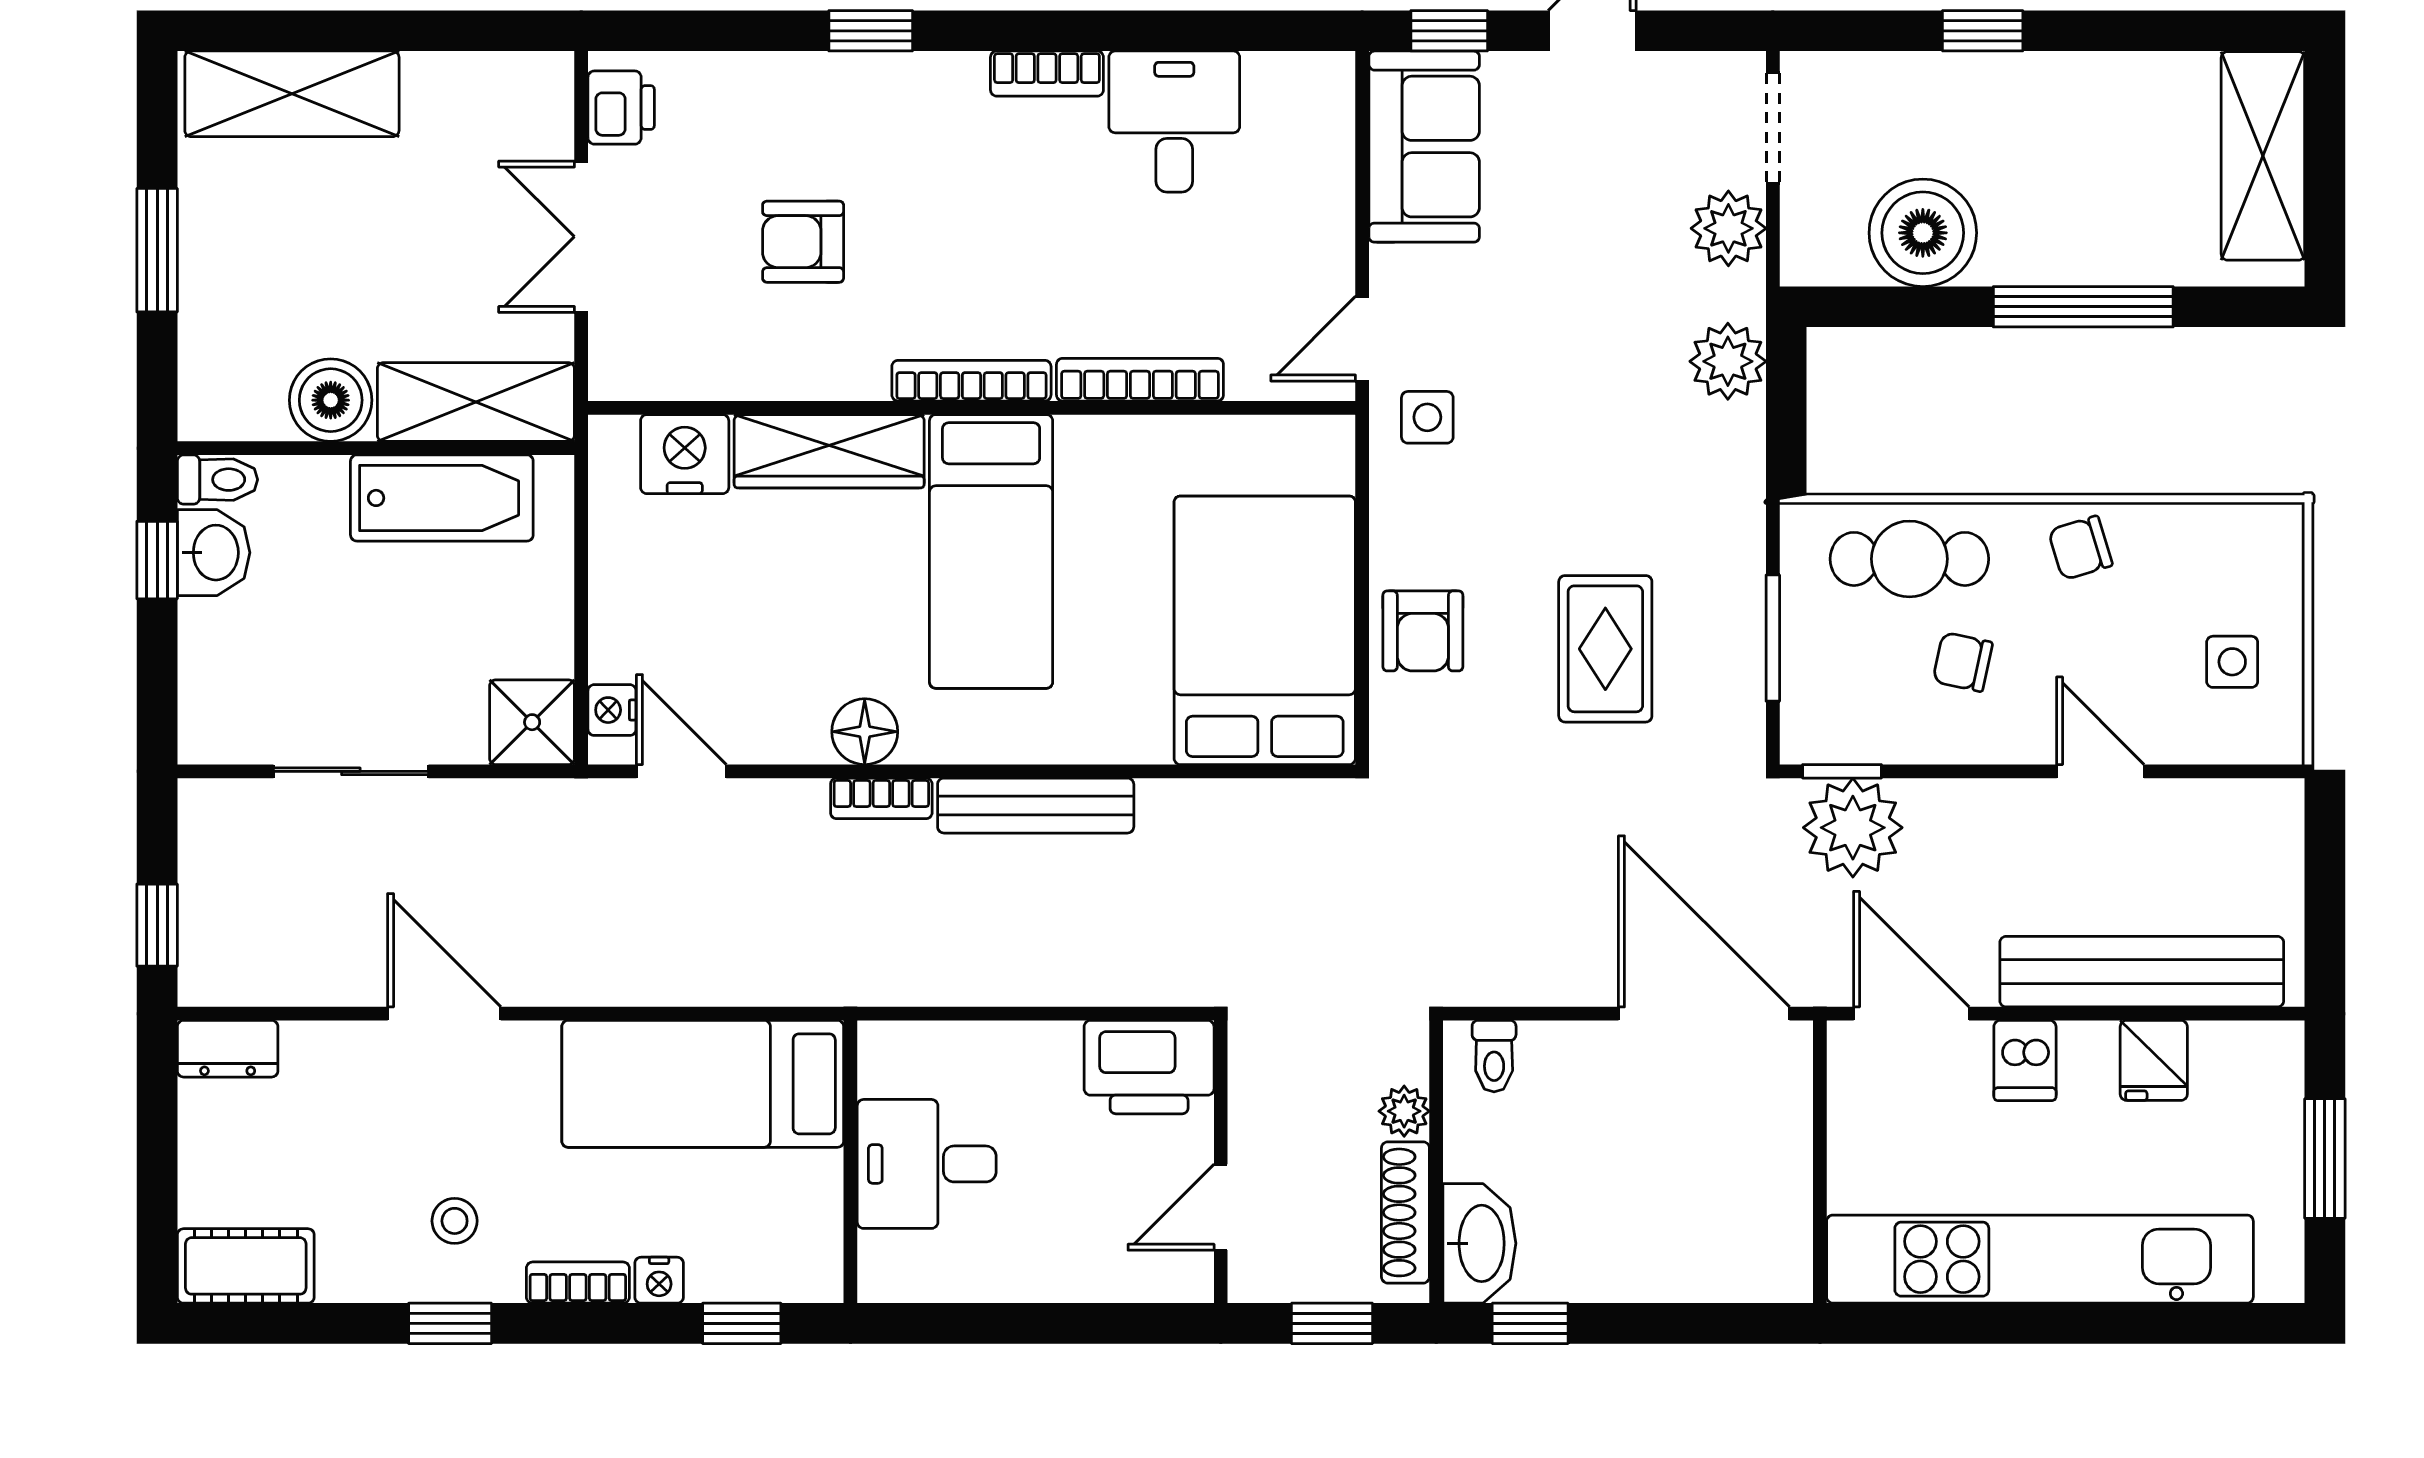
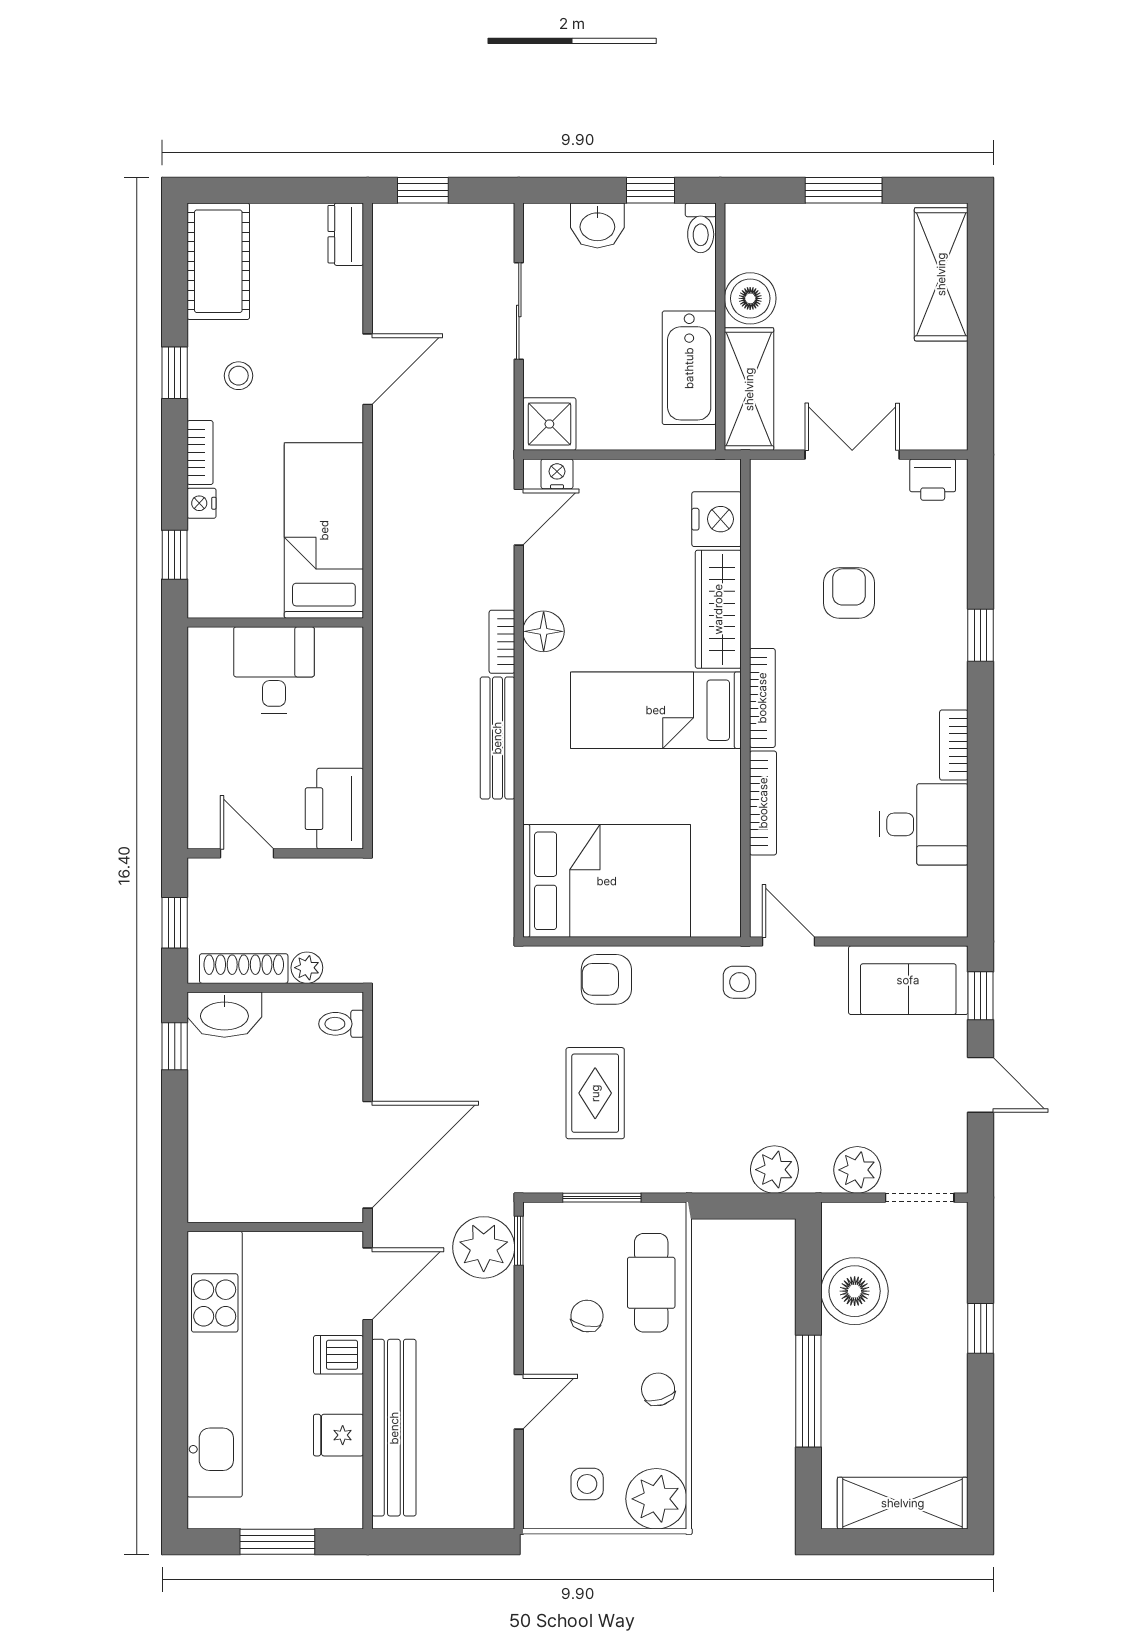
plant: (2256, 551) -> (656, 1499), added
washbasin: (214, 553) -> (597, 225), moved
rug: (1605, 649) -> (595, 1093), turned 90
cot: (246, 1266) -> (218, 261), width x1.37, depth x1.34

